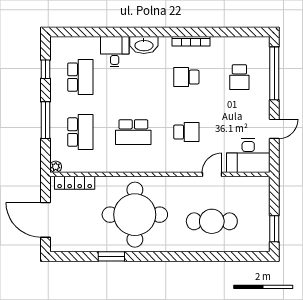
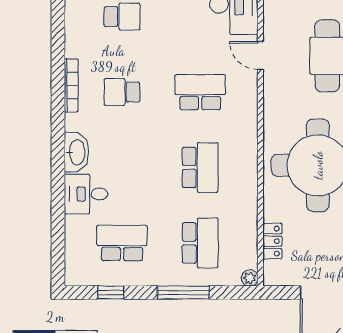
school desk: (186, 77) -> (122, 92), turned 90
school desk: (80, 132) -> (200, 243), turned 90
school desk: (186, 132) -> (200, 92), width x1.85
locker: (75, 183) -> (272, 241), width x0.66

